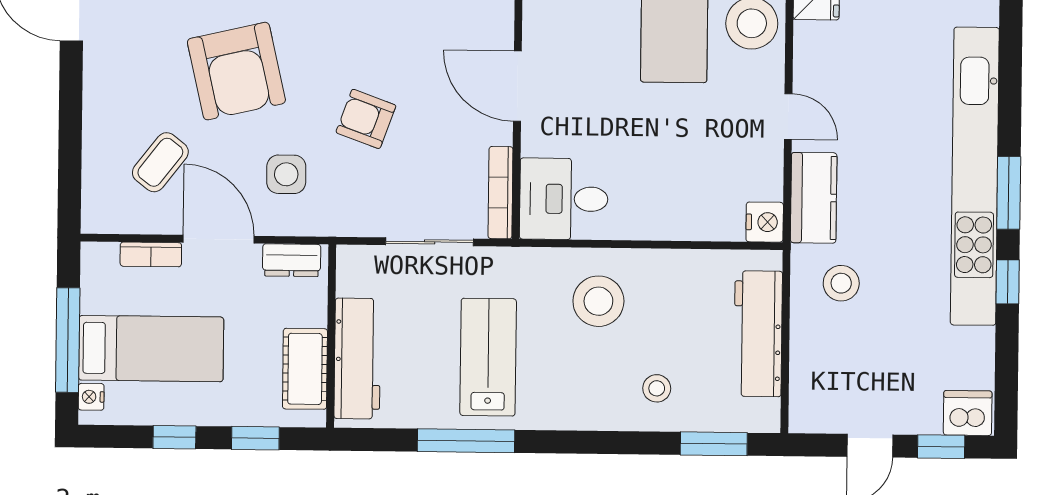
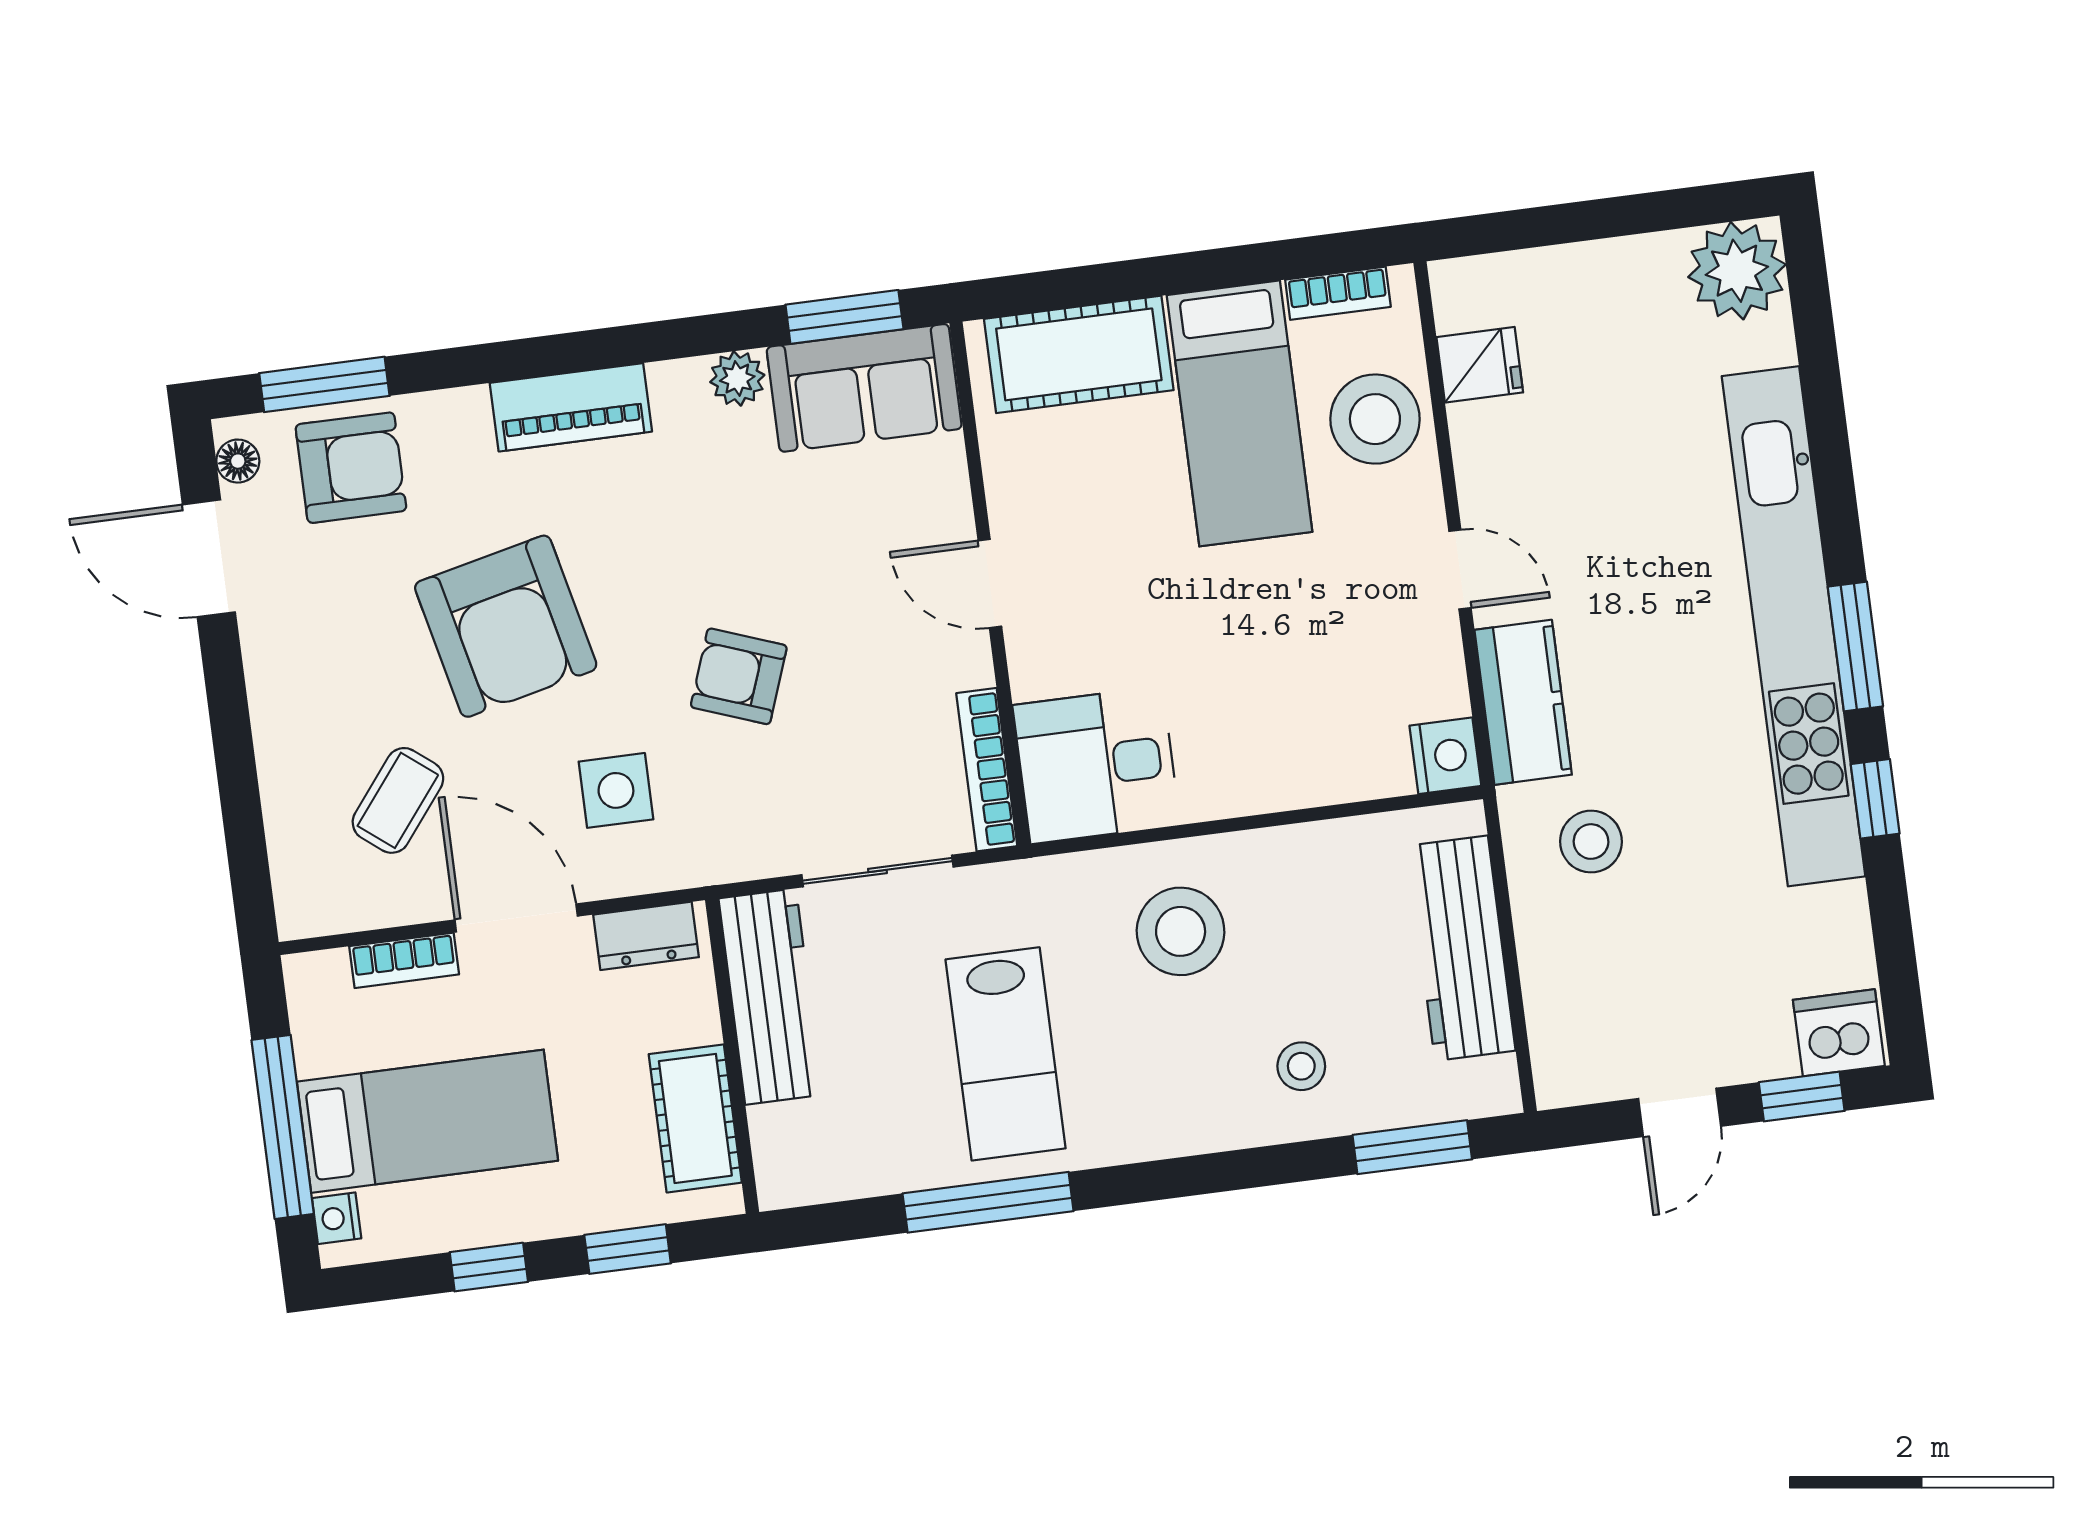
door: (517, 86) -> (990, 584), width x0.73
lab bench: (488, 357) -> (1006, 1054), turned 180
workbench: (357, 359) -> (771, 997), moved

